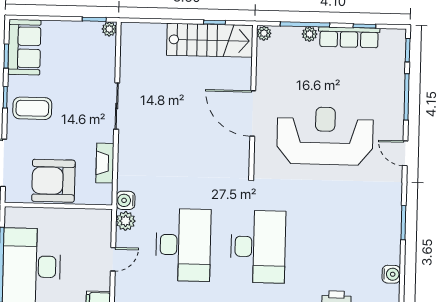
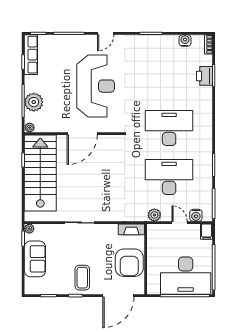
plant: (310, 34) -> (34, 102), width x1.87, depth x1.87
row of seats: (349, 37) -> (31, 55), moved
stairs: (210, 40) -> (40, 173), width x1.36, depth x1.51
sofa: (24, 47) -> (35, 259), moved, turned 90
reception desk: (325, 136) -> (96, 86), turned 180
fireplace: (105, 163) -> (131, 229), moved
water cooler: (126, 200) -> (196, 215), moved

